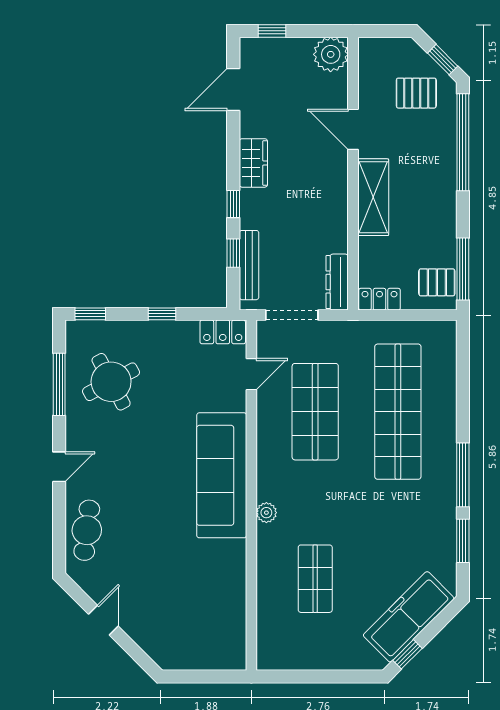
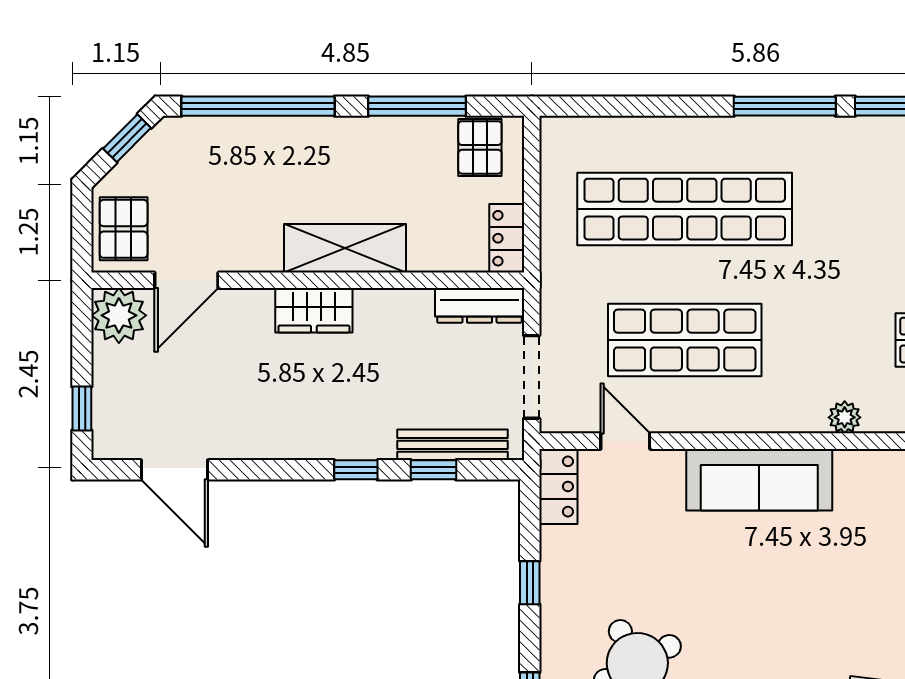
pallet: (416, 93) -> (124, 229), moved
door: (353, 129) -> (186, 280), moved
wardrobe: (253, 163) -> (314, 310), moved, turned 180
window: (463, 269) -> (417, 106), moved
sofa: (222, 475) -> (759, 480), width x0.74, depth x0.79

